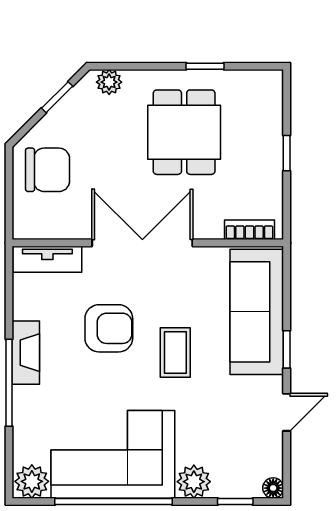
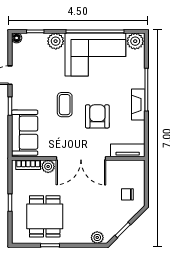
dining table: (184, 132) -> (45, 216), moved
chair: (48, 170) -> (127, 194), width x0.54, depth x0.54
plant: (209, 227) -> (48, 166), added
sofa: (257, 312) -> (25, 133), width x0.73
armchair: (109, 328) -> (97, 116), turned 90

